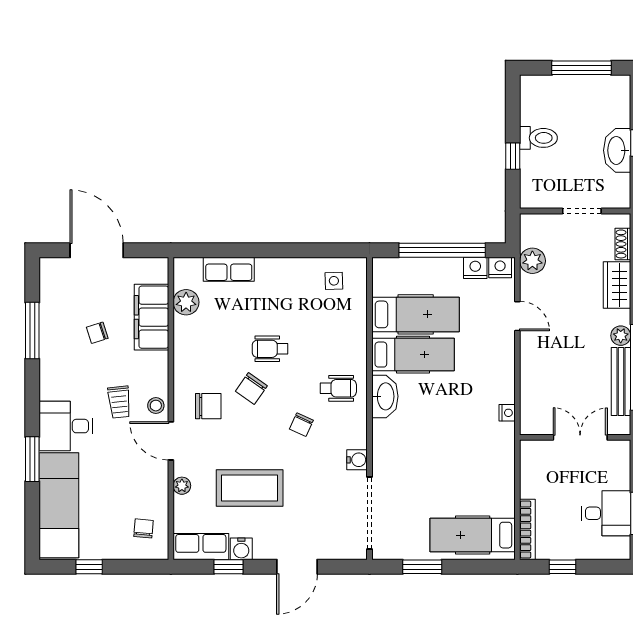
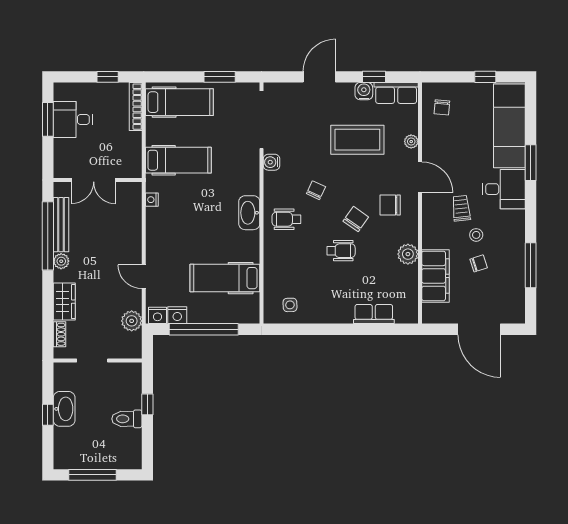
plant: (186, 302) -> (408, 254), moved
hospital bed: (413, 355) -> (178, 160), moved, turned 180
stool: (156, 406) -> (476, 235), moved

